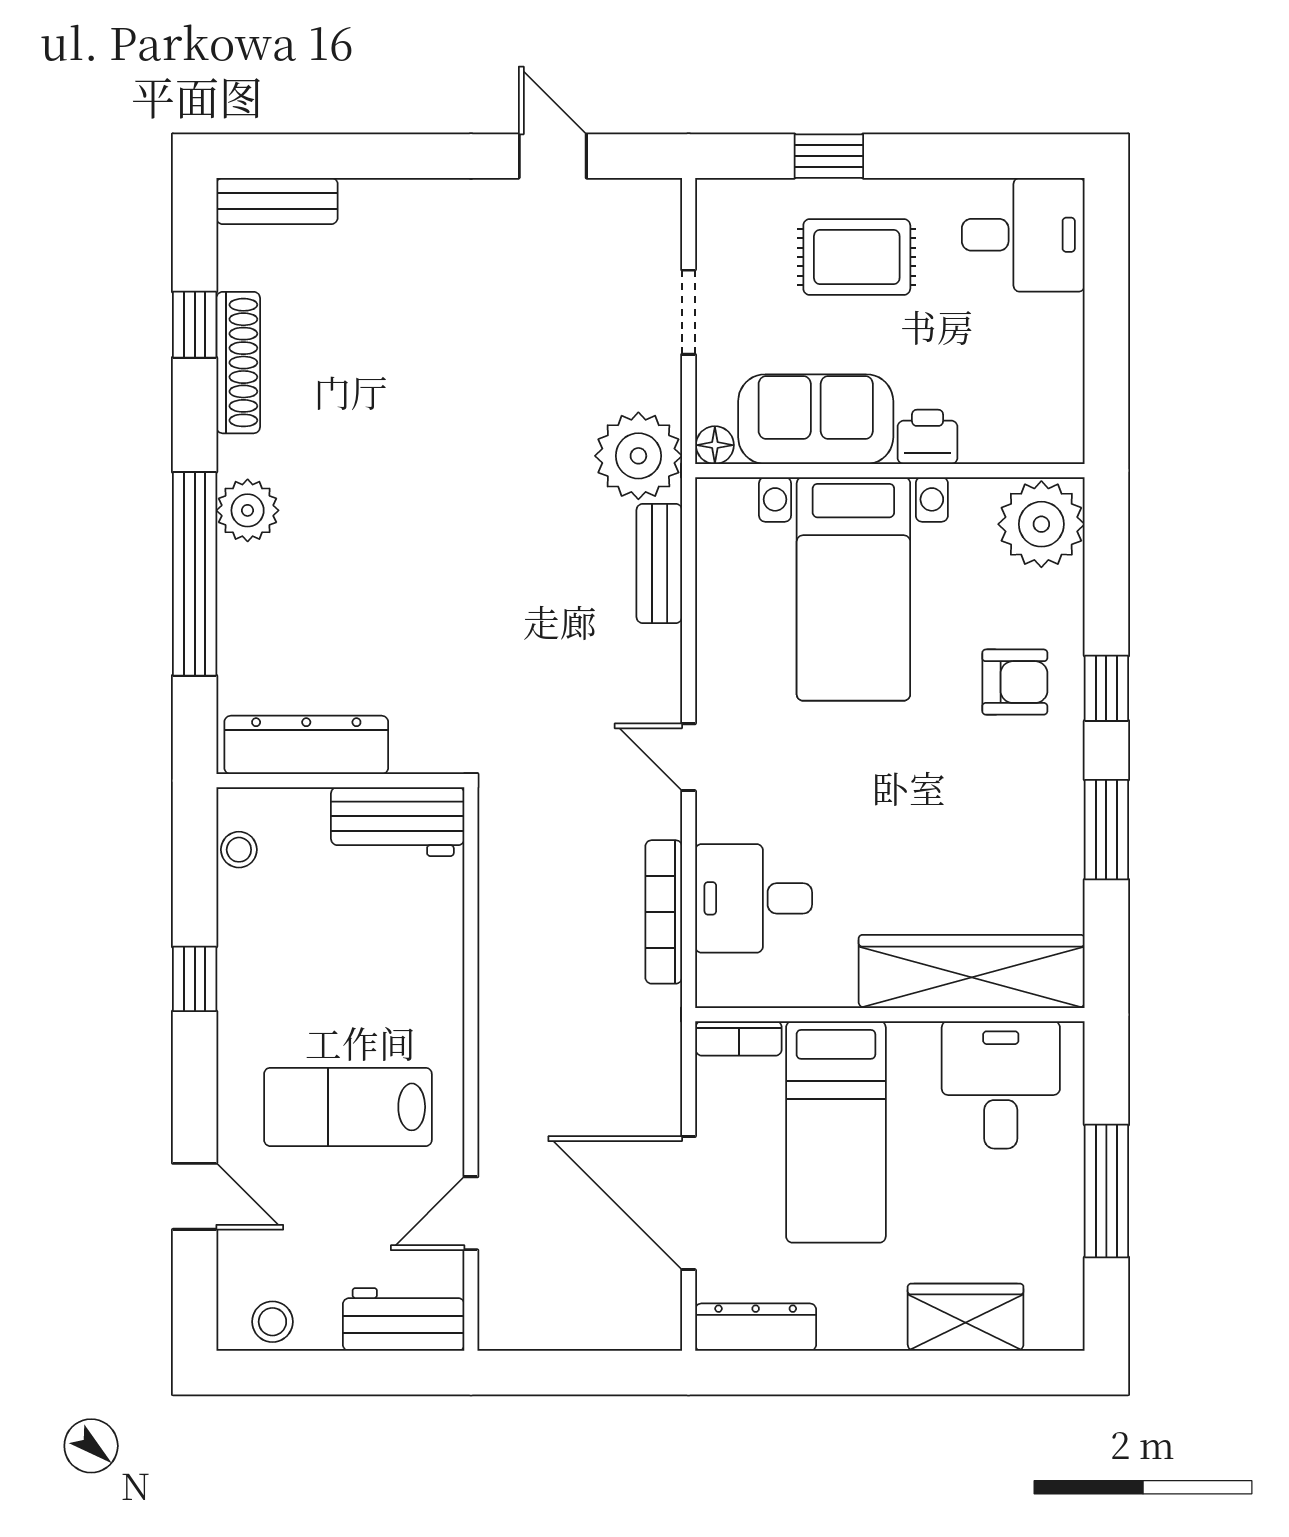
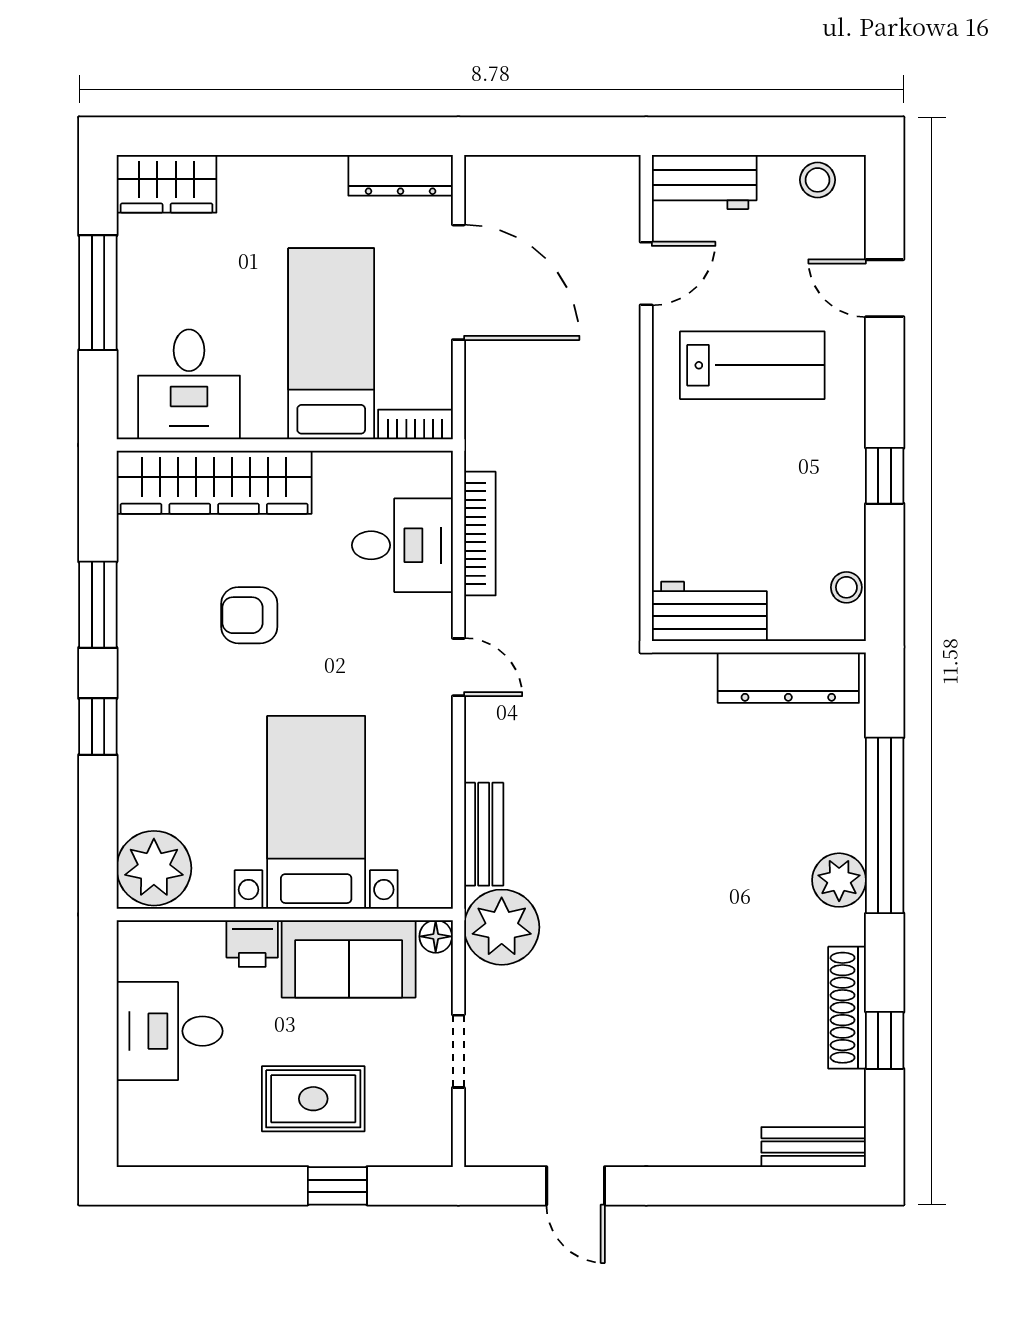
desk: (1023, 235) -> (170, 1031), moved
armchair: (1015, 682) -> (249, 615), moved
wardrobe: (966, 1317) -> (167, 184), moved

